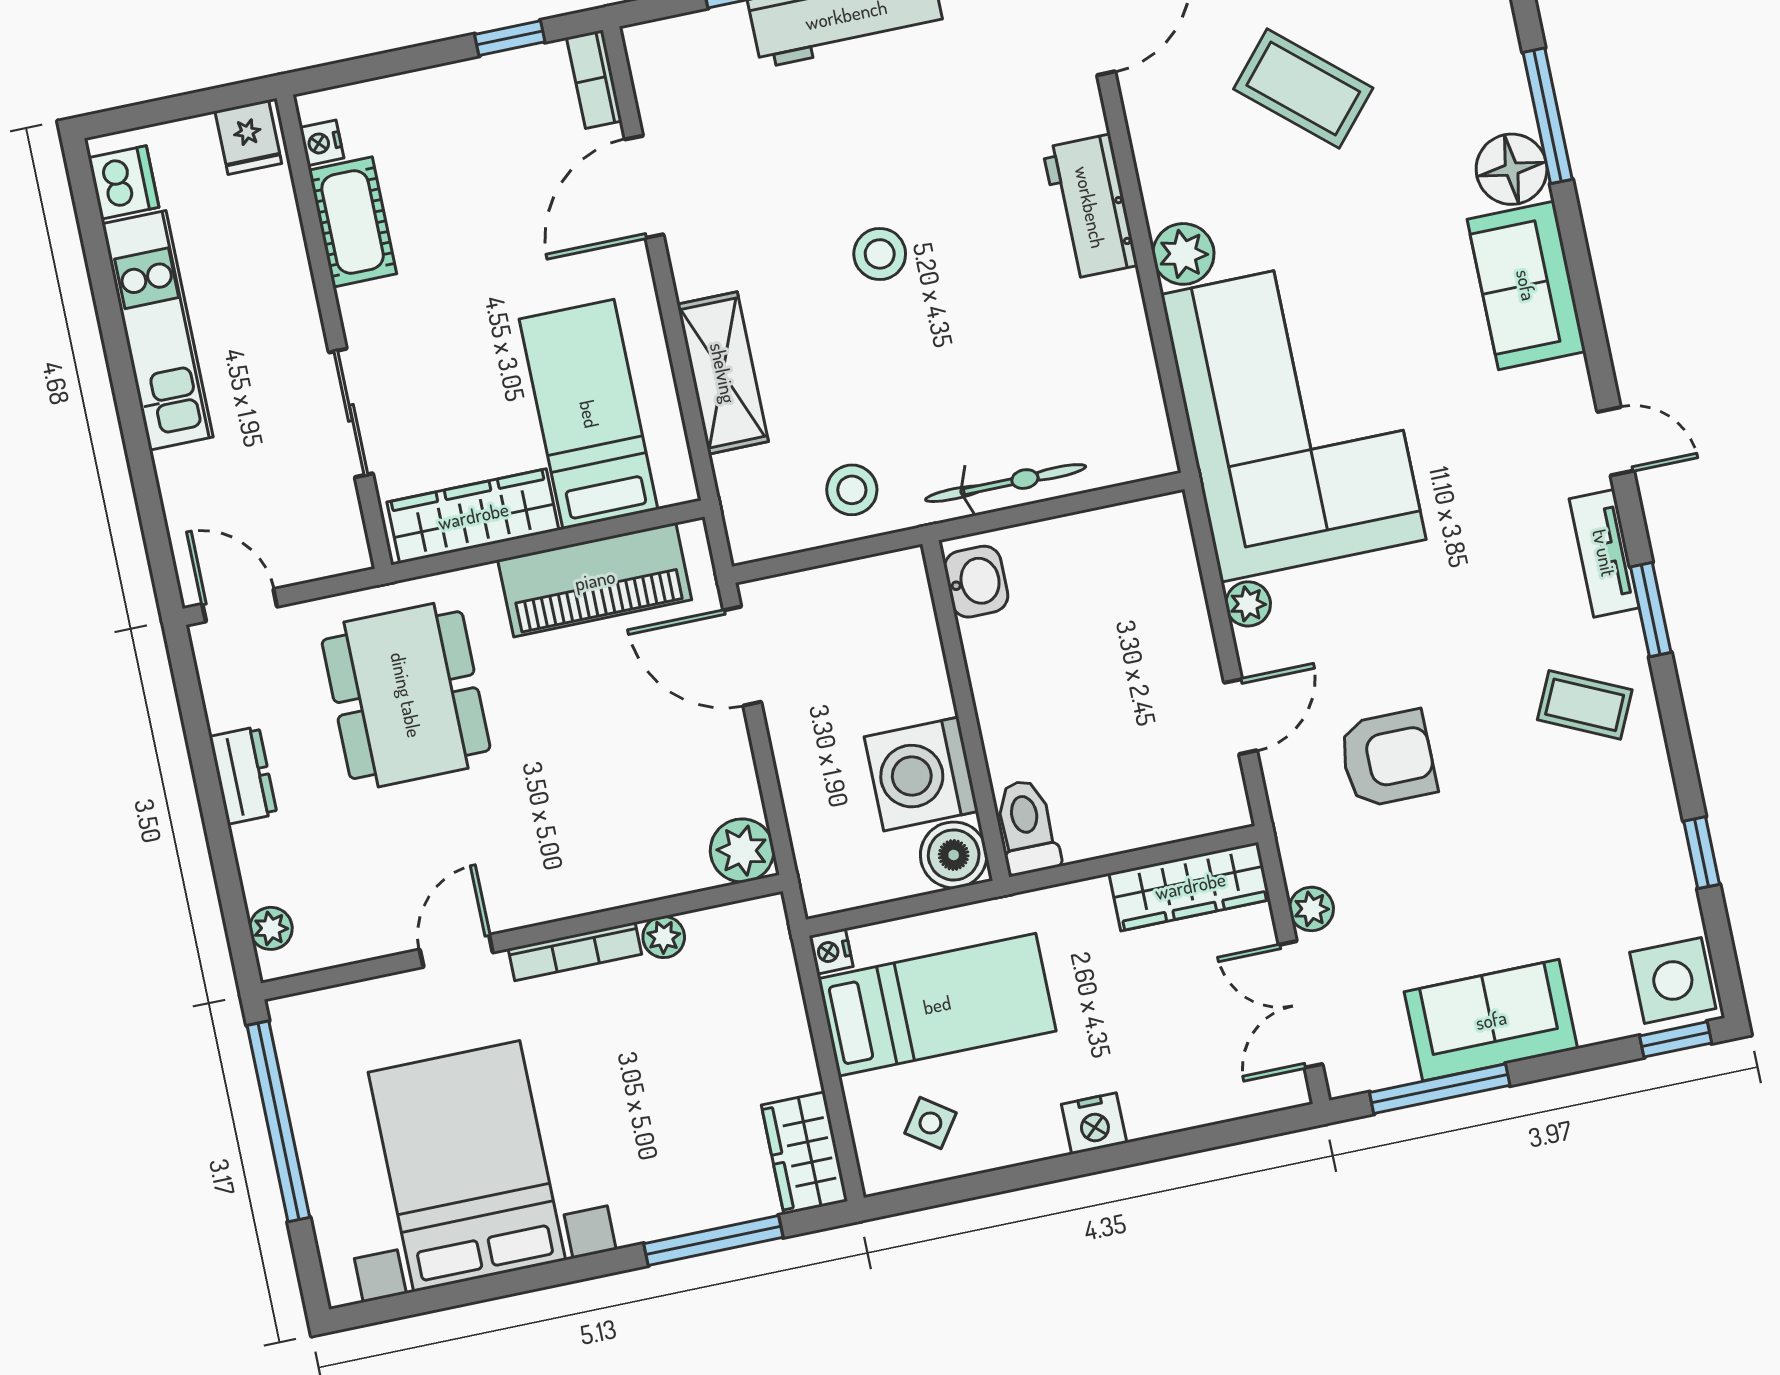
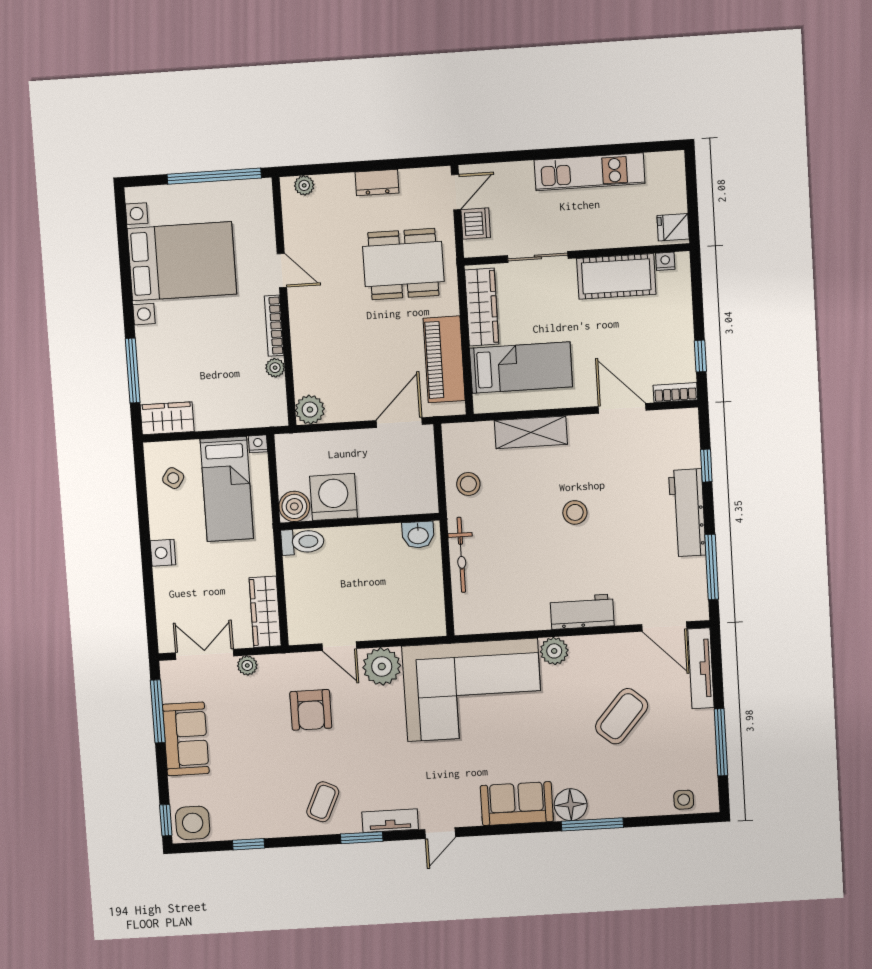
dishwasher: (124, 182) -> (476, 224), moved, turned -90
cot: (353, 222) -> (616, 276), width x1.37, depth x1.34
plant: (1248, 604) -> (382, 666), width x1.87, depth x1.87

